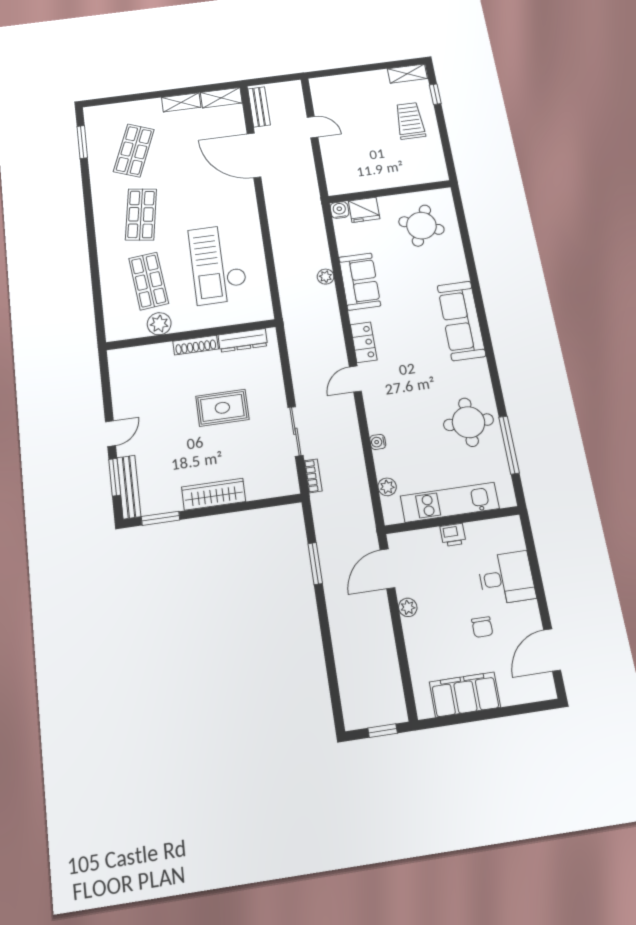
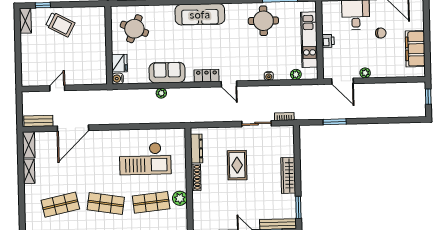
trolley: (410, 121) -> (60, 25), turned -152
shop shelf: (134, 150) -> (60, 205), turned -33

